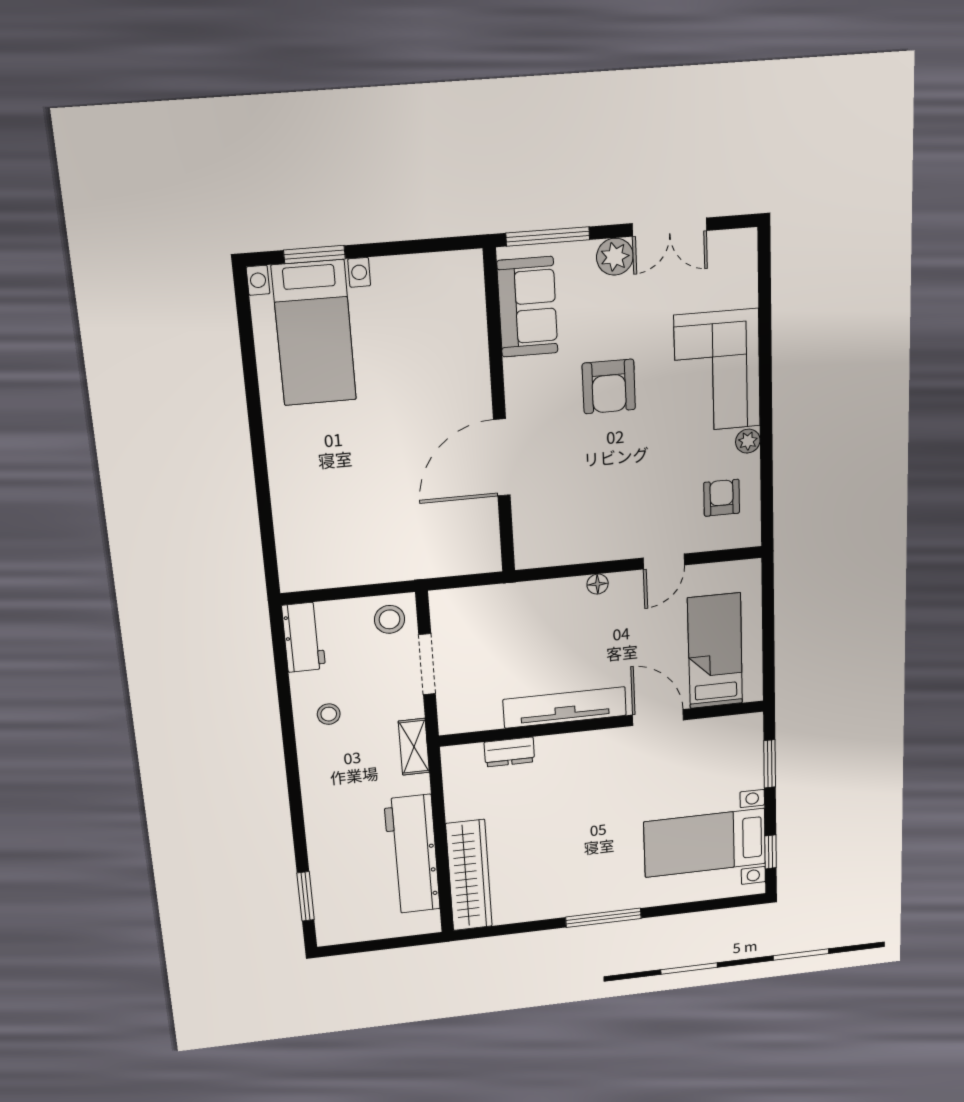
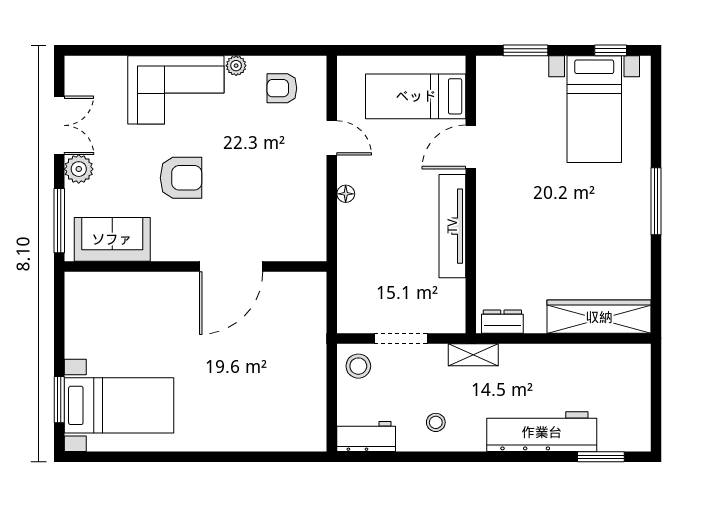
door: (502, 458) -> (231, 266), hinge flipped
dresser: (509, 752) -> (502, 322), moved, turned -90
workbench: (412, 854) -> (542, 432), moved, turned 180

